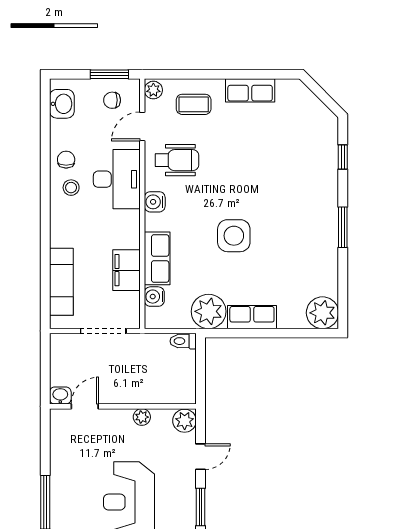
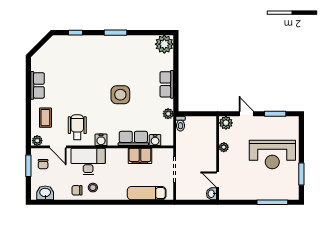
plant: (209, 311) -> (168, 114), width x0.53, depth x0.53

